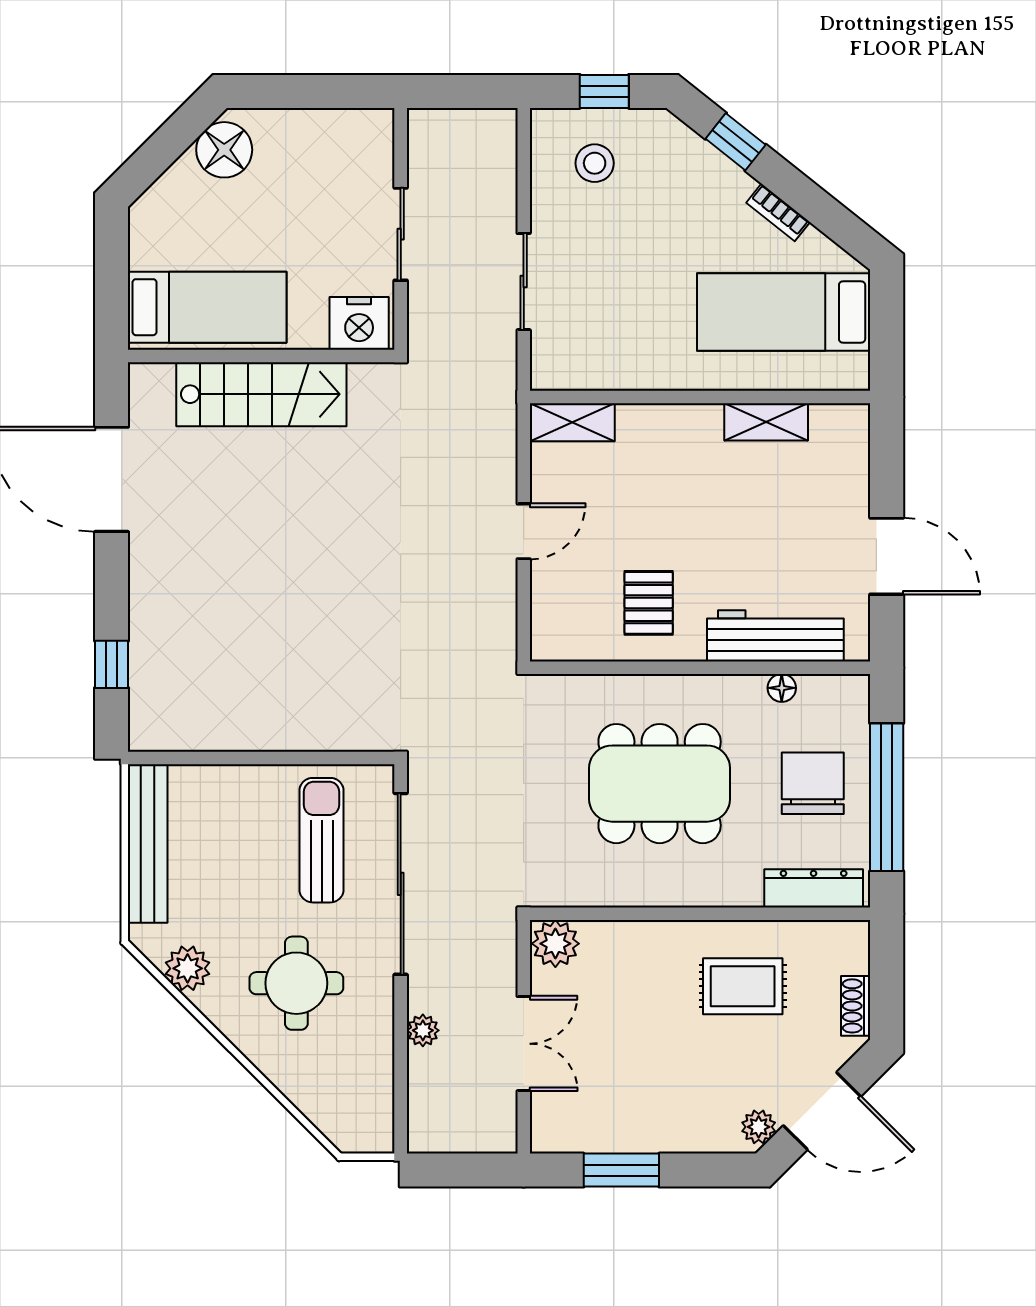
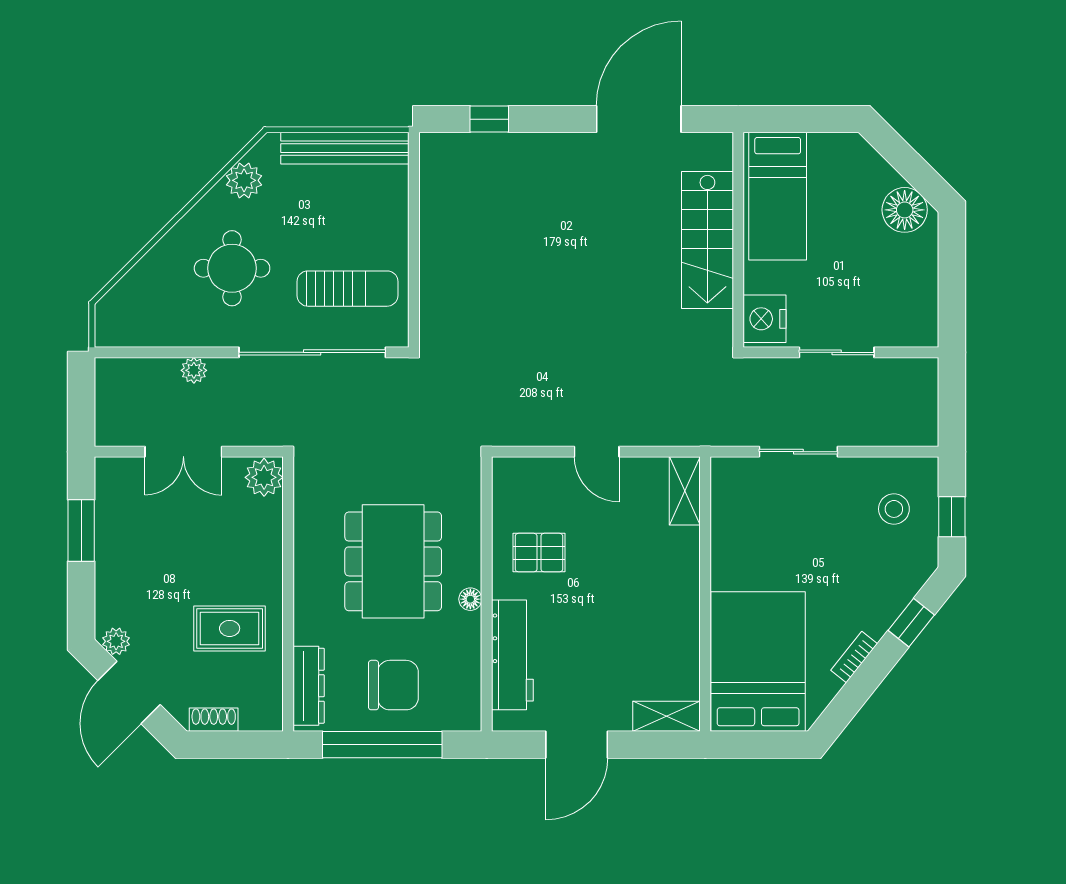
bed: (784, 312) -> (758, 662), width x1.50
shelving: (766, 422) -> (667, 716), moved, turned 90
floor lamp: (782, 688) -> (470, 599), moved
rug: (743, 986) -> (230, 628), turned 90

